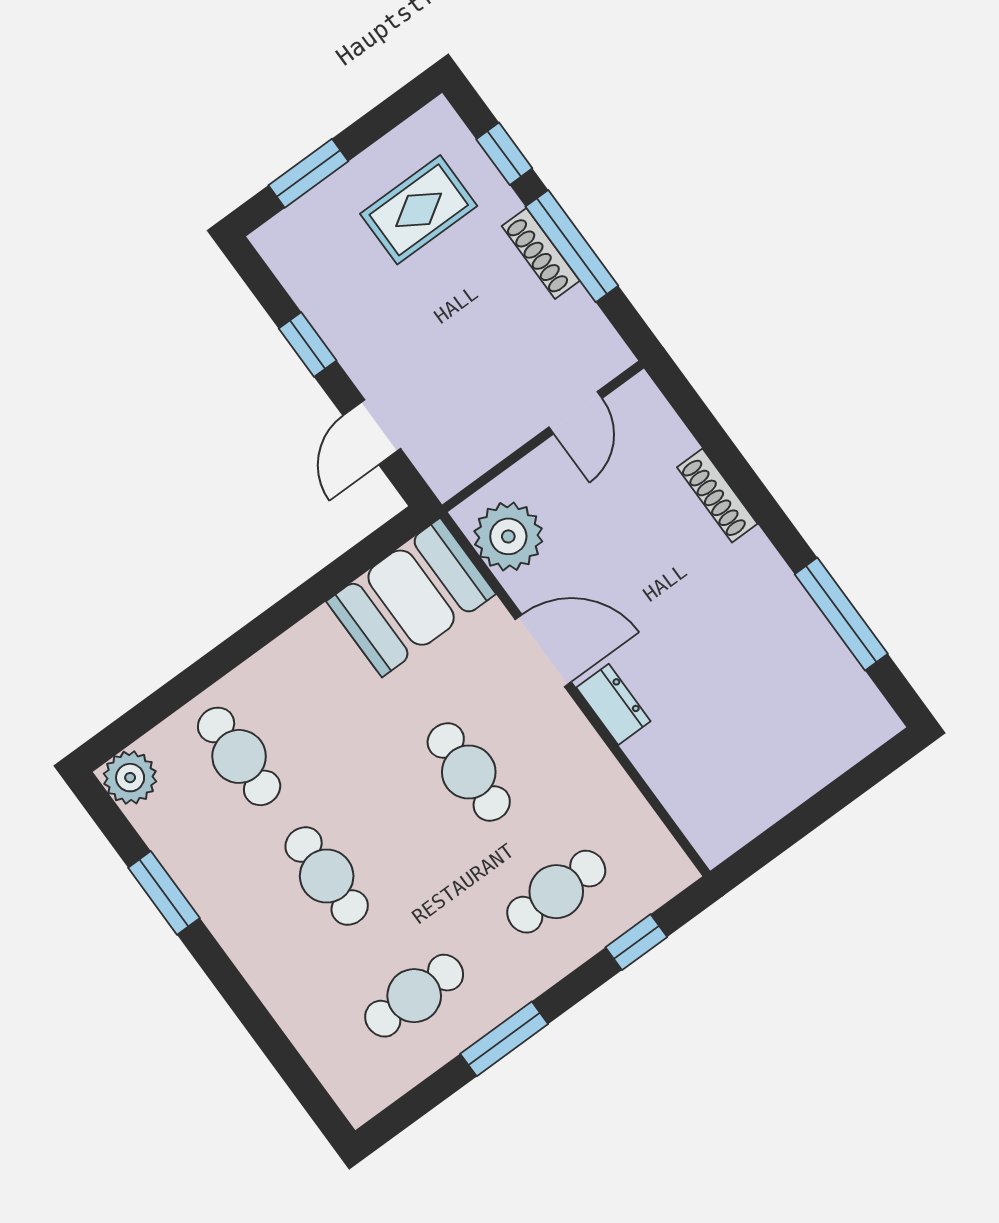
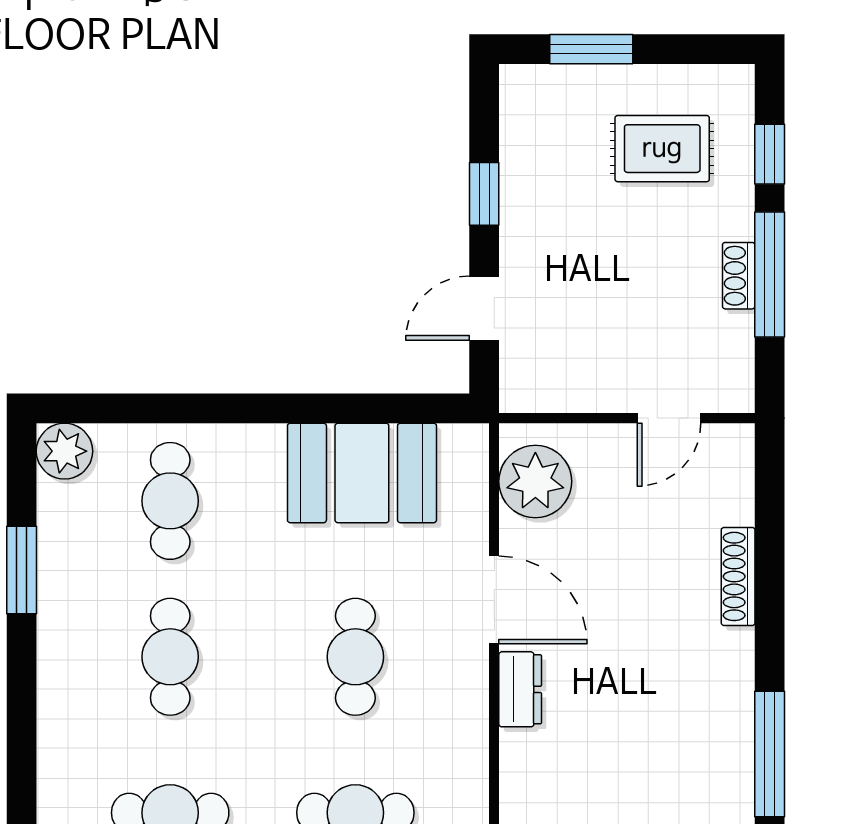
shoe rack: (541, 253) -> (739, 276), width x0.70
booth: (411, 598) -> (362, 473), moved

